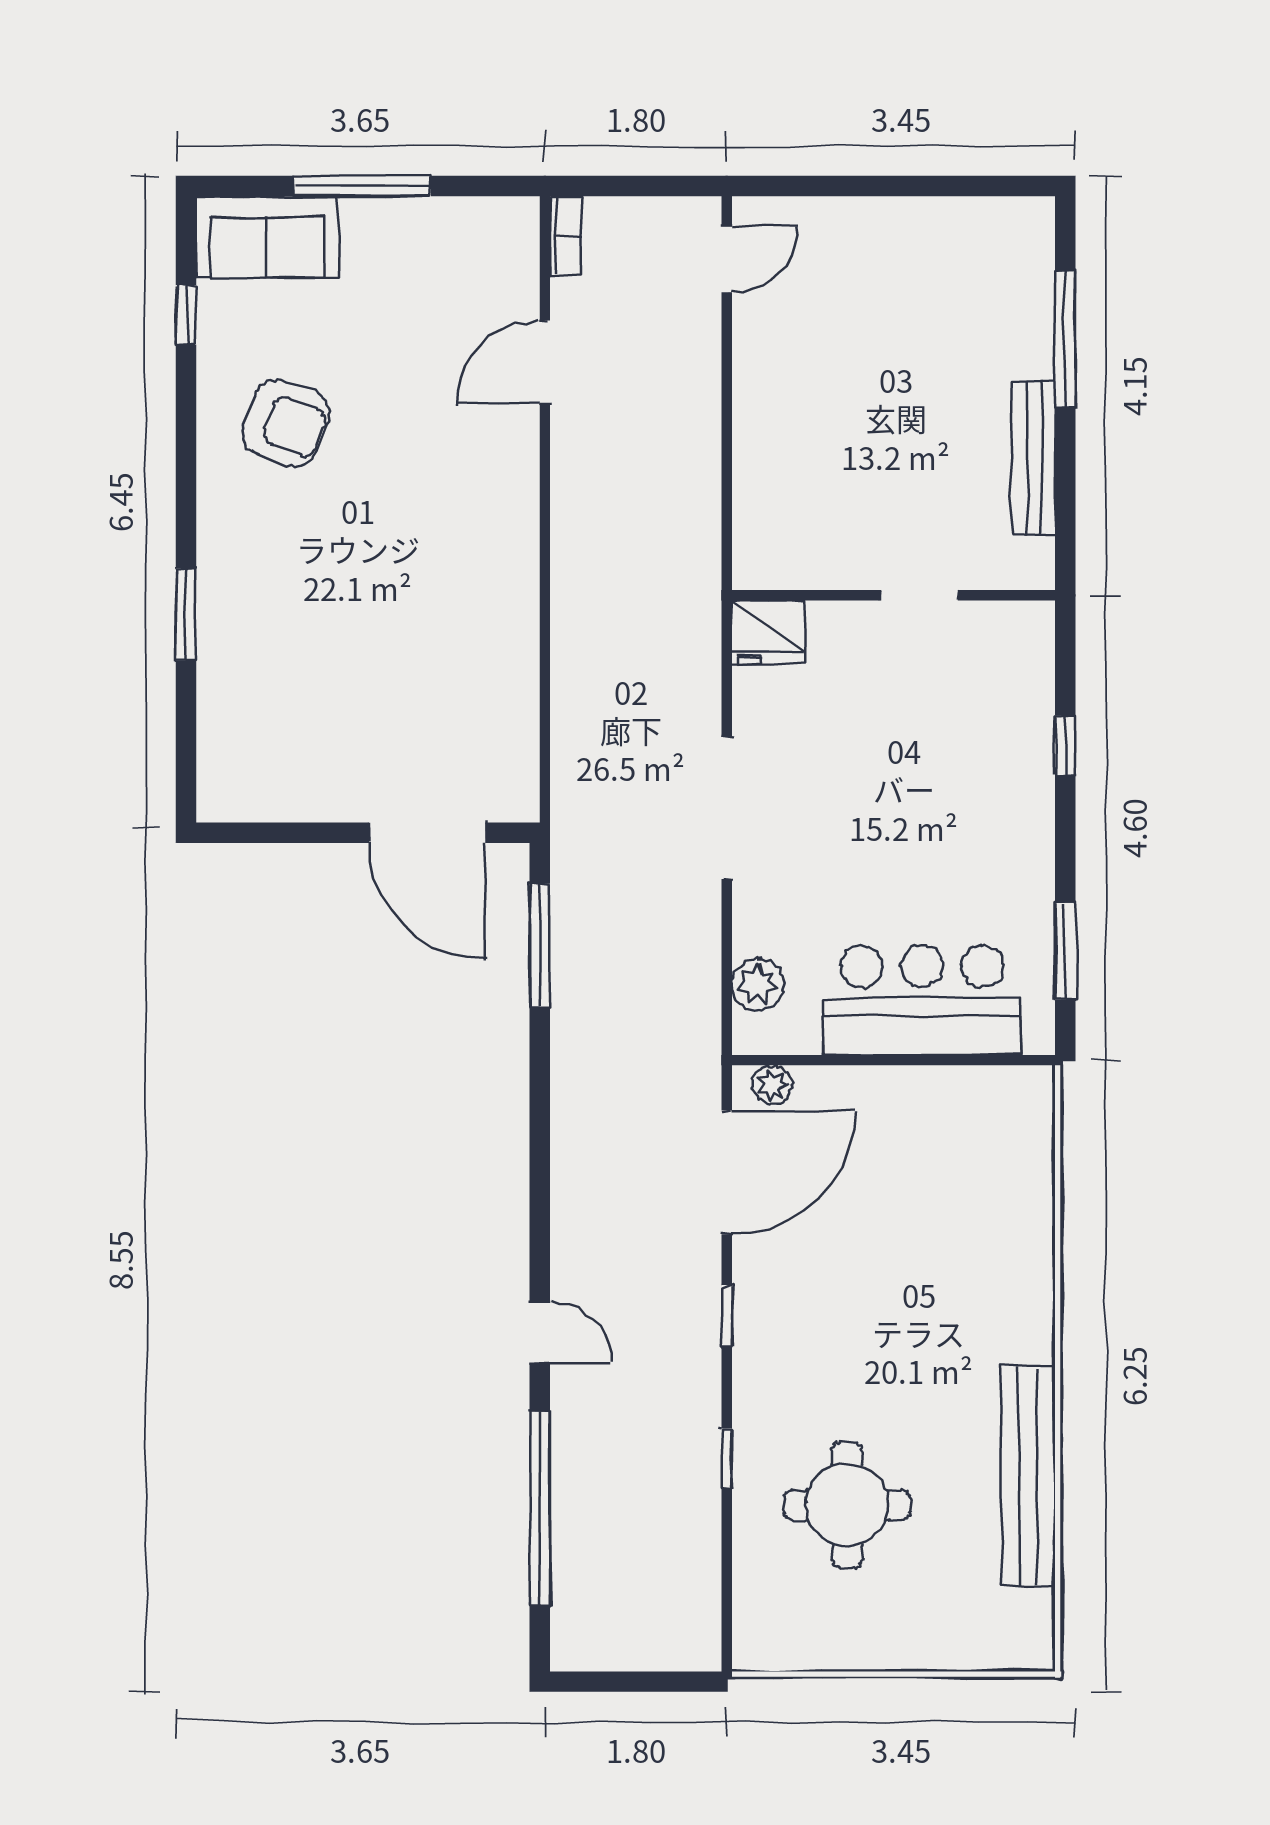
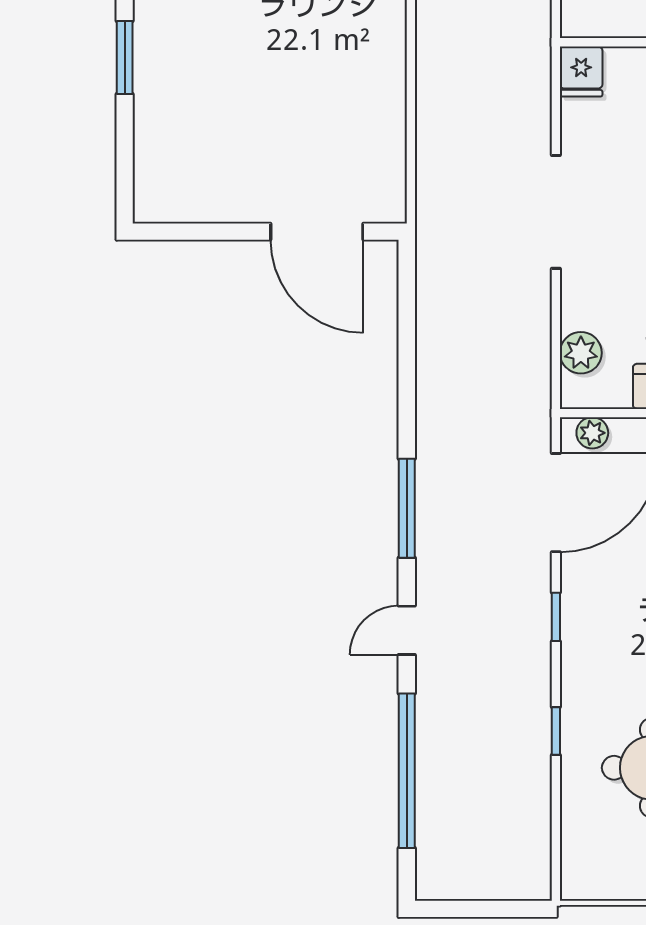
fridge: (768, 632) -> (581, 71), width x0.72
window: (540, 946) -> (407, 508), moved
door: (540, 1332) -> (407, 630), swing flipped

